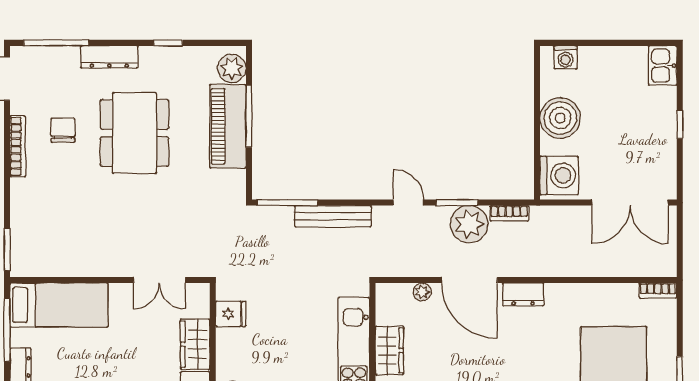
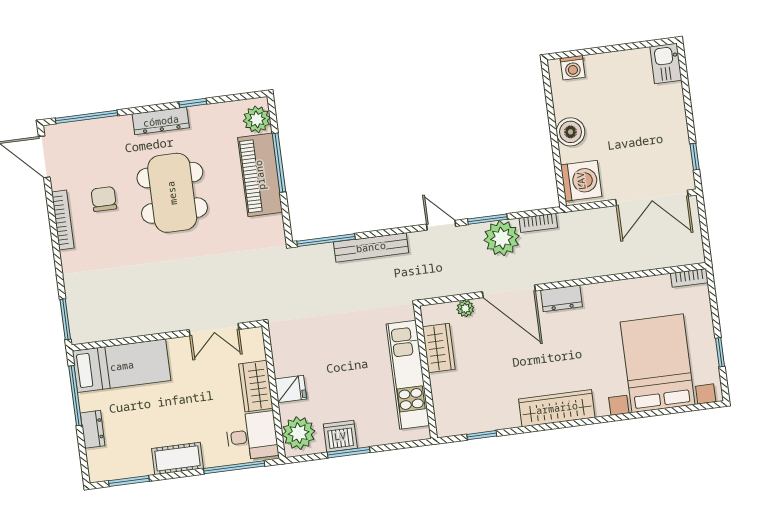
dresser: (109, 57) -> (161, 121), moved
boiler: (560, 118) -> (571, 132), width x0.73, depth x0.73
window: (680, 125) -> (695, 157), moved
fridge: (231, 314) -> (291, 389), moved
wardrobe: (389, 351) -> (439, 348), moved

